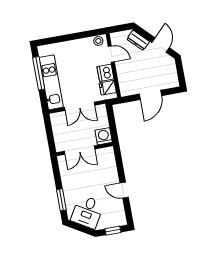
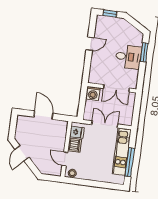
dresser: (138, 40) -> (39, 163), removed
door: (150, 95) -> (44, 115), hinge flipped
double door: (79, 150) -> (116, 88), swing flipped
door: (124, 190) -> (90, 44), hinge flipped
desk: (87, 212) -> (128, 57), moved, turned 59

